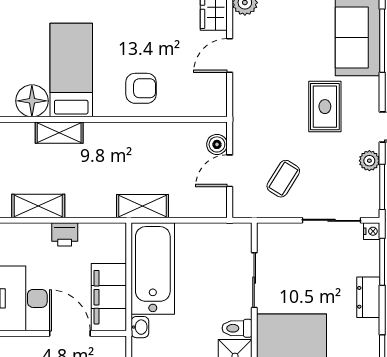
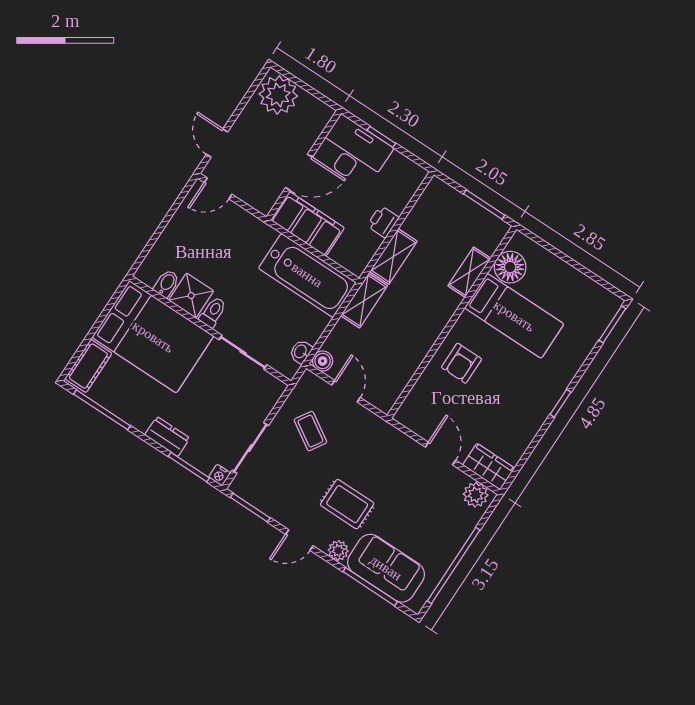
boiler: (217, 144) -> (323, 361), moved
plant: (369, 161) -> (338, 551), moved
shelving: (38, 206) -> (393, 256), moved
washbasin: (140, 327) -> (301, 352), moved, turned 90

